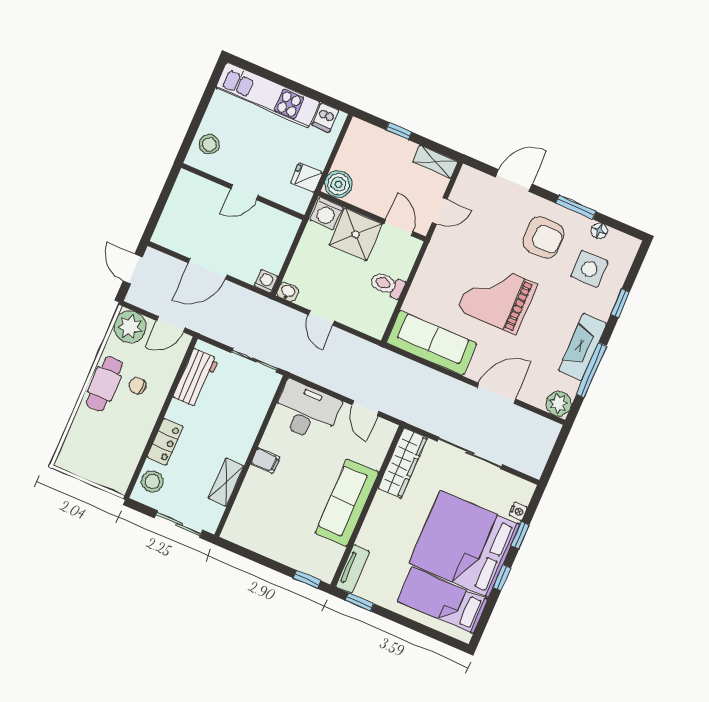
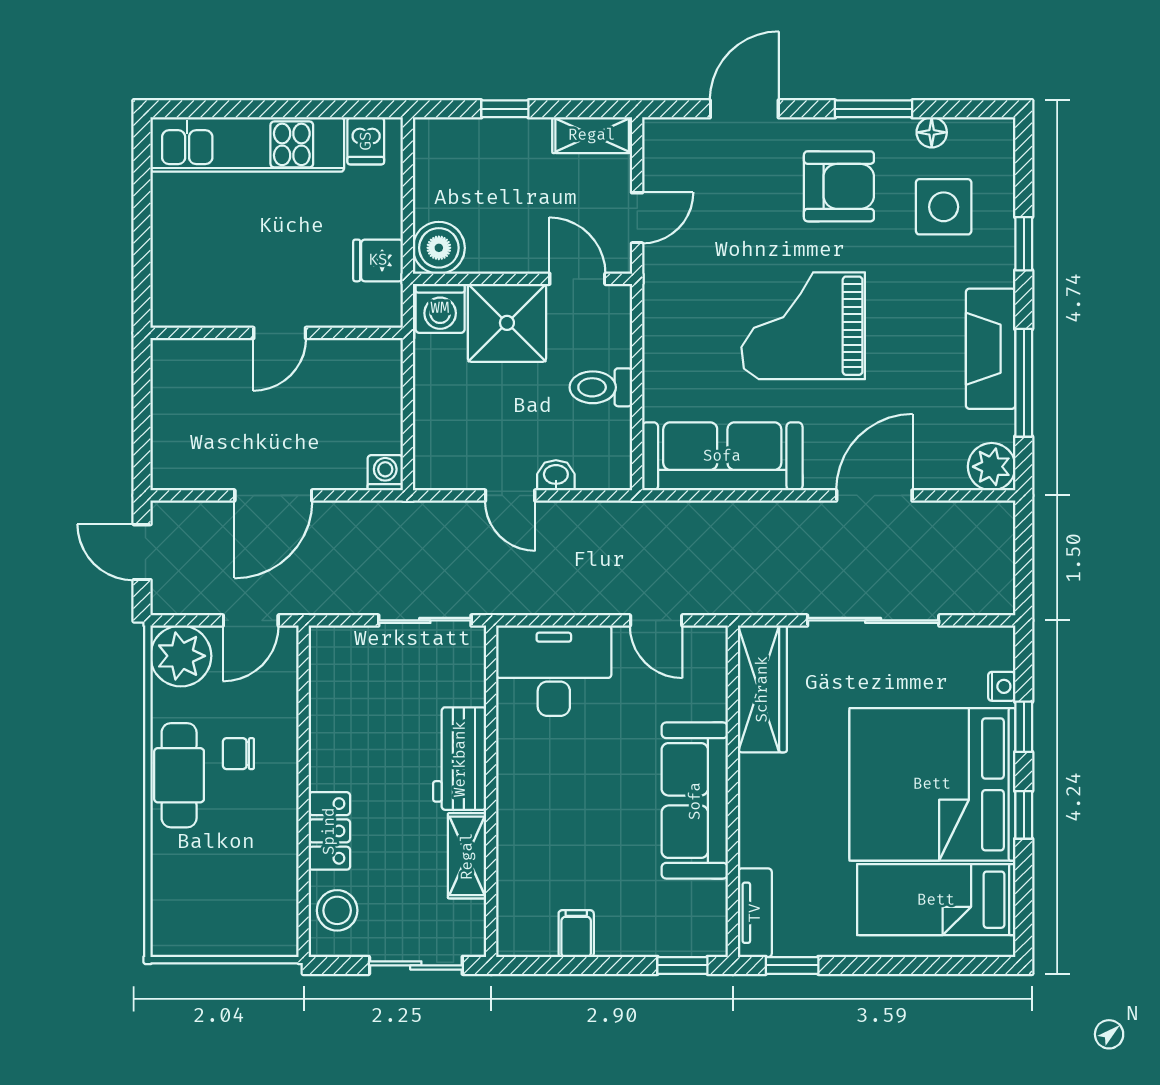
stool: (209, 144) -> (182, 275), removed
washbasin: (288, 292) -> (556, 475), moved
workbench: (196, 378) -> (460, 759), moved, turned 180
filing cabinet: (265, 460) -> (576, 934), moved, turned -90

